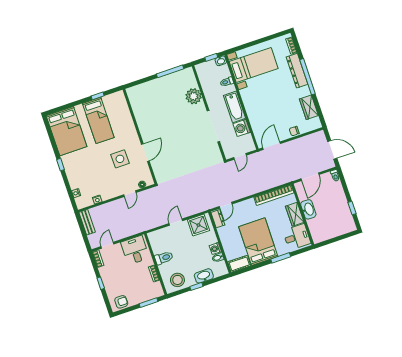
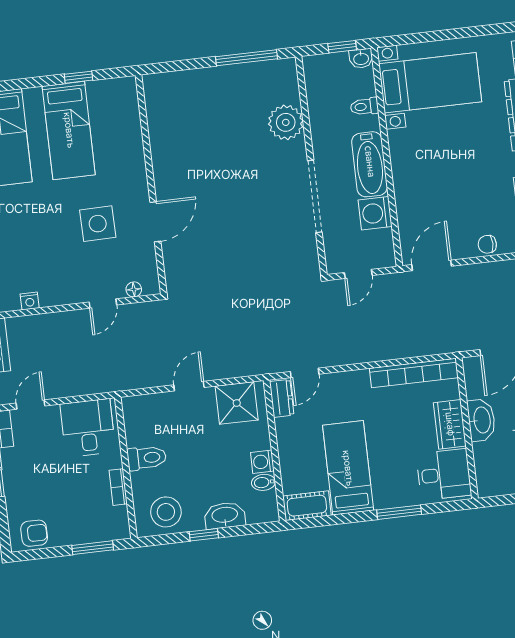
bed: (258, 242) -> (348, 468), width x0.67

